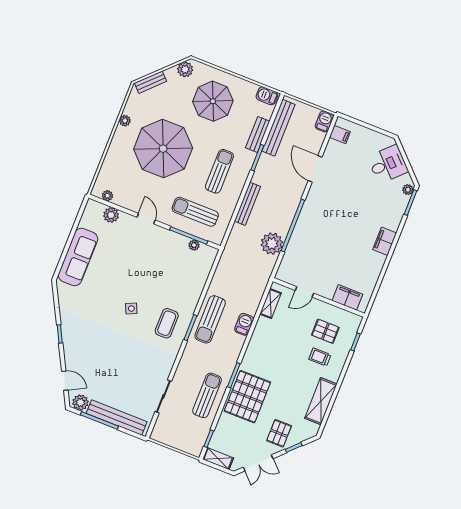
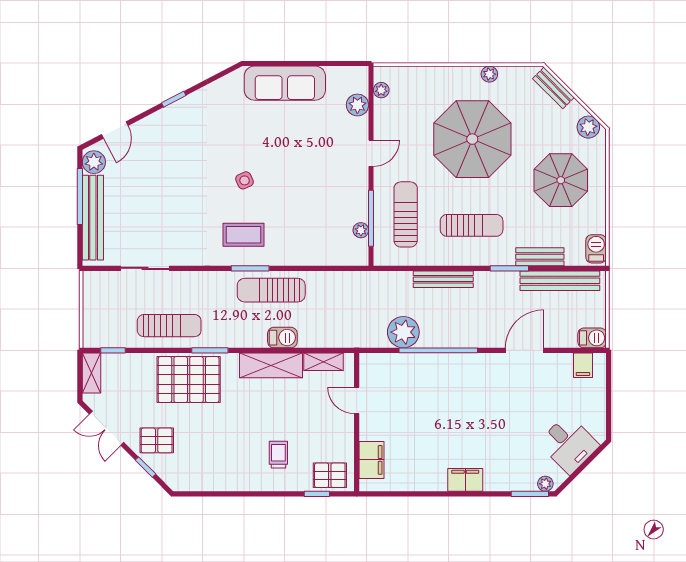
pallet: (325, 331) -> (330, 475), moved, turned 90
shelving: (321, 401) -> (271, 365), moved

